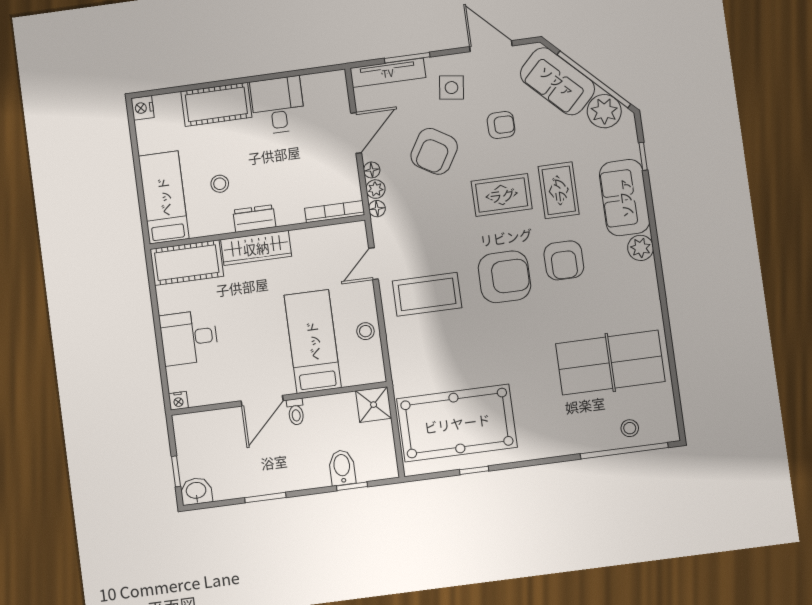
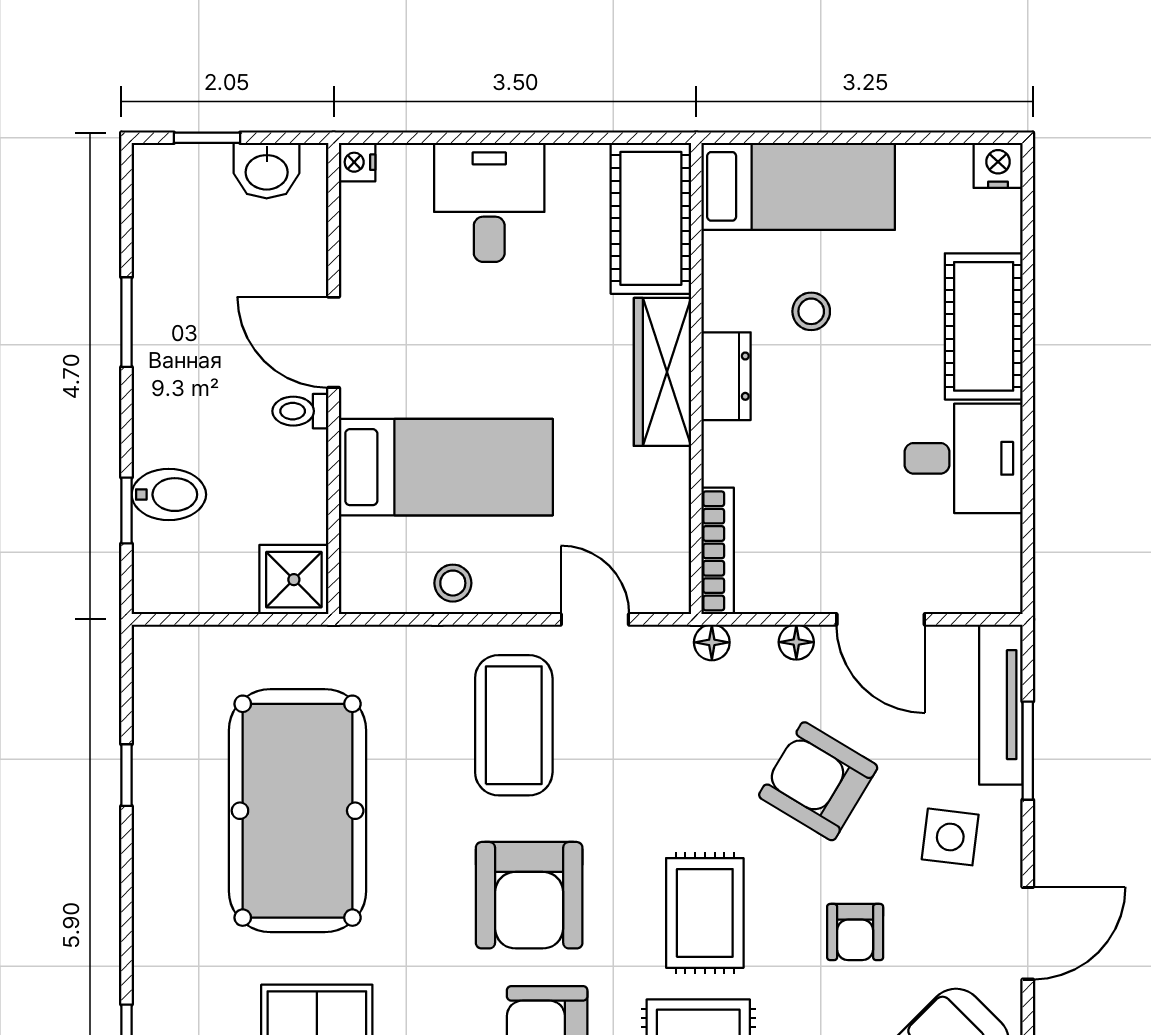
plant: (376, 189) -> (754, 645), removed
pool table: (457, 423) -> (298, 811), moved
washbasin: (196, 491) -> (267, 171), moved, turned 90

